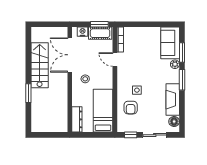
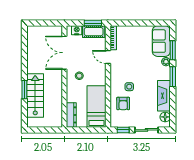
stairs: (40, 65) -> (35, 95), moved

